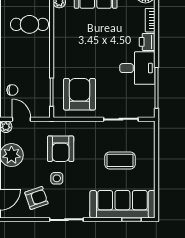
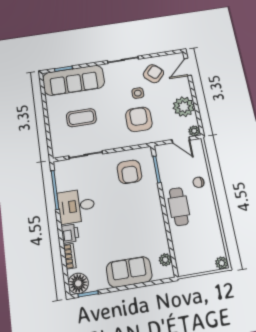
cafe table: (30, 24) -> (179, 207), moved, turned 90
chair: (12, 90) -> (199, 182), moved
armchair: (79, 94) -> (129, 172), width x0.73, depth x0.73
armchair: (36, 198) -> (153, 74), turned 152

